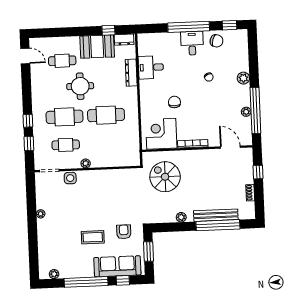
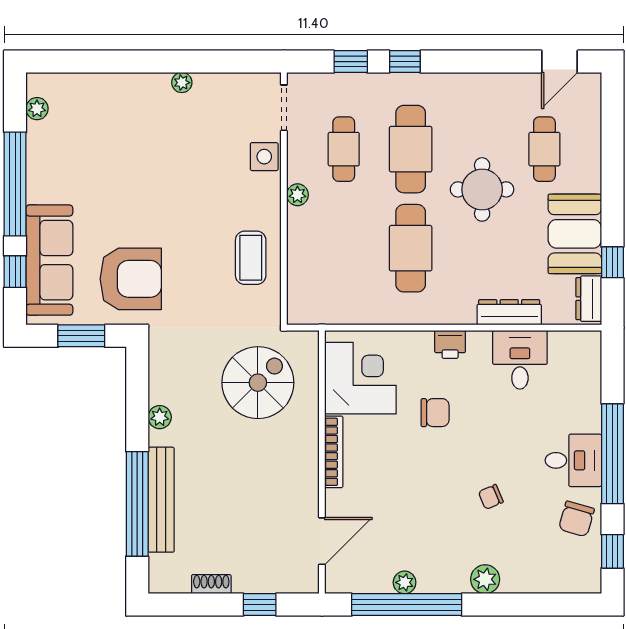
printer: (146, 97) -> (450, 344), added
armchair: (124, 232) -> (131, 279), width x1.88, depth x1.88
coffee table: (93, 237) -> (251, 258), moved

